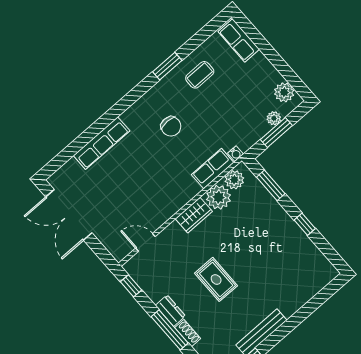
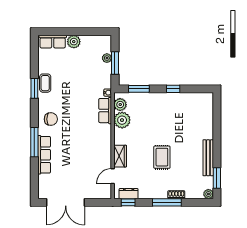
coffee table: (200, 75) -> (45, 83), moved
plant: (284, 92) -> (74, 42), moved
window: (106, 120) -> (34, 142), added
chair: (171, 126) -> (51, 119), moved
wardrobe: (194, 215) -> (120, 156), moved
rug: (216, 279) -> (162, 157), turned 90
dresser: (170, 311) -> (129, 194), moved

